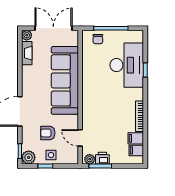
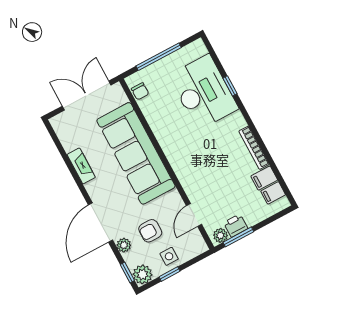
plant: (27, 35) -> (124, 245), moved
chair: (98, 39) -> (140, 91), moved
fireplace: (27, 53) -> (81, 166), moved
door: (80, 138) -> (194, 215), hinge flipped

